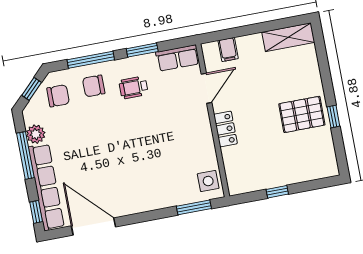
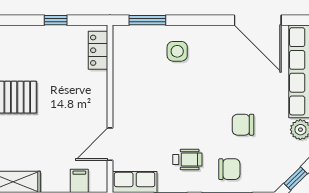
chair: (58, 96) -> (243, 125), moved
locker: (225, 129) -> (98, 50), moved
side table: (208, 181) -> (177, 51), moved

